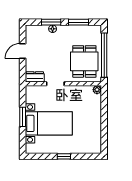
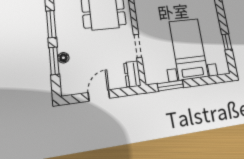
door: (23, 51) -> (99, 95), swing flipped
window: (23, 117) -> (170, 86), moved
window: (64, 156) -> (227, 42), moved

